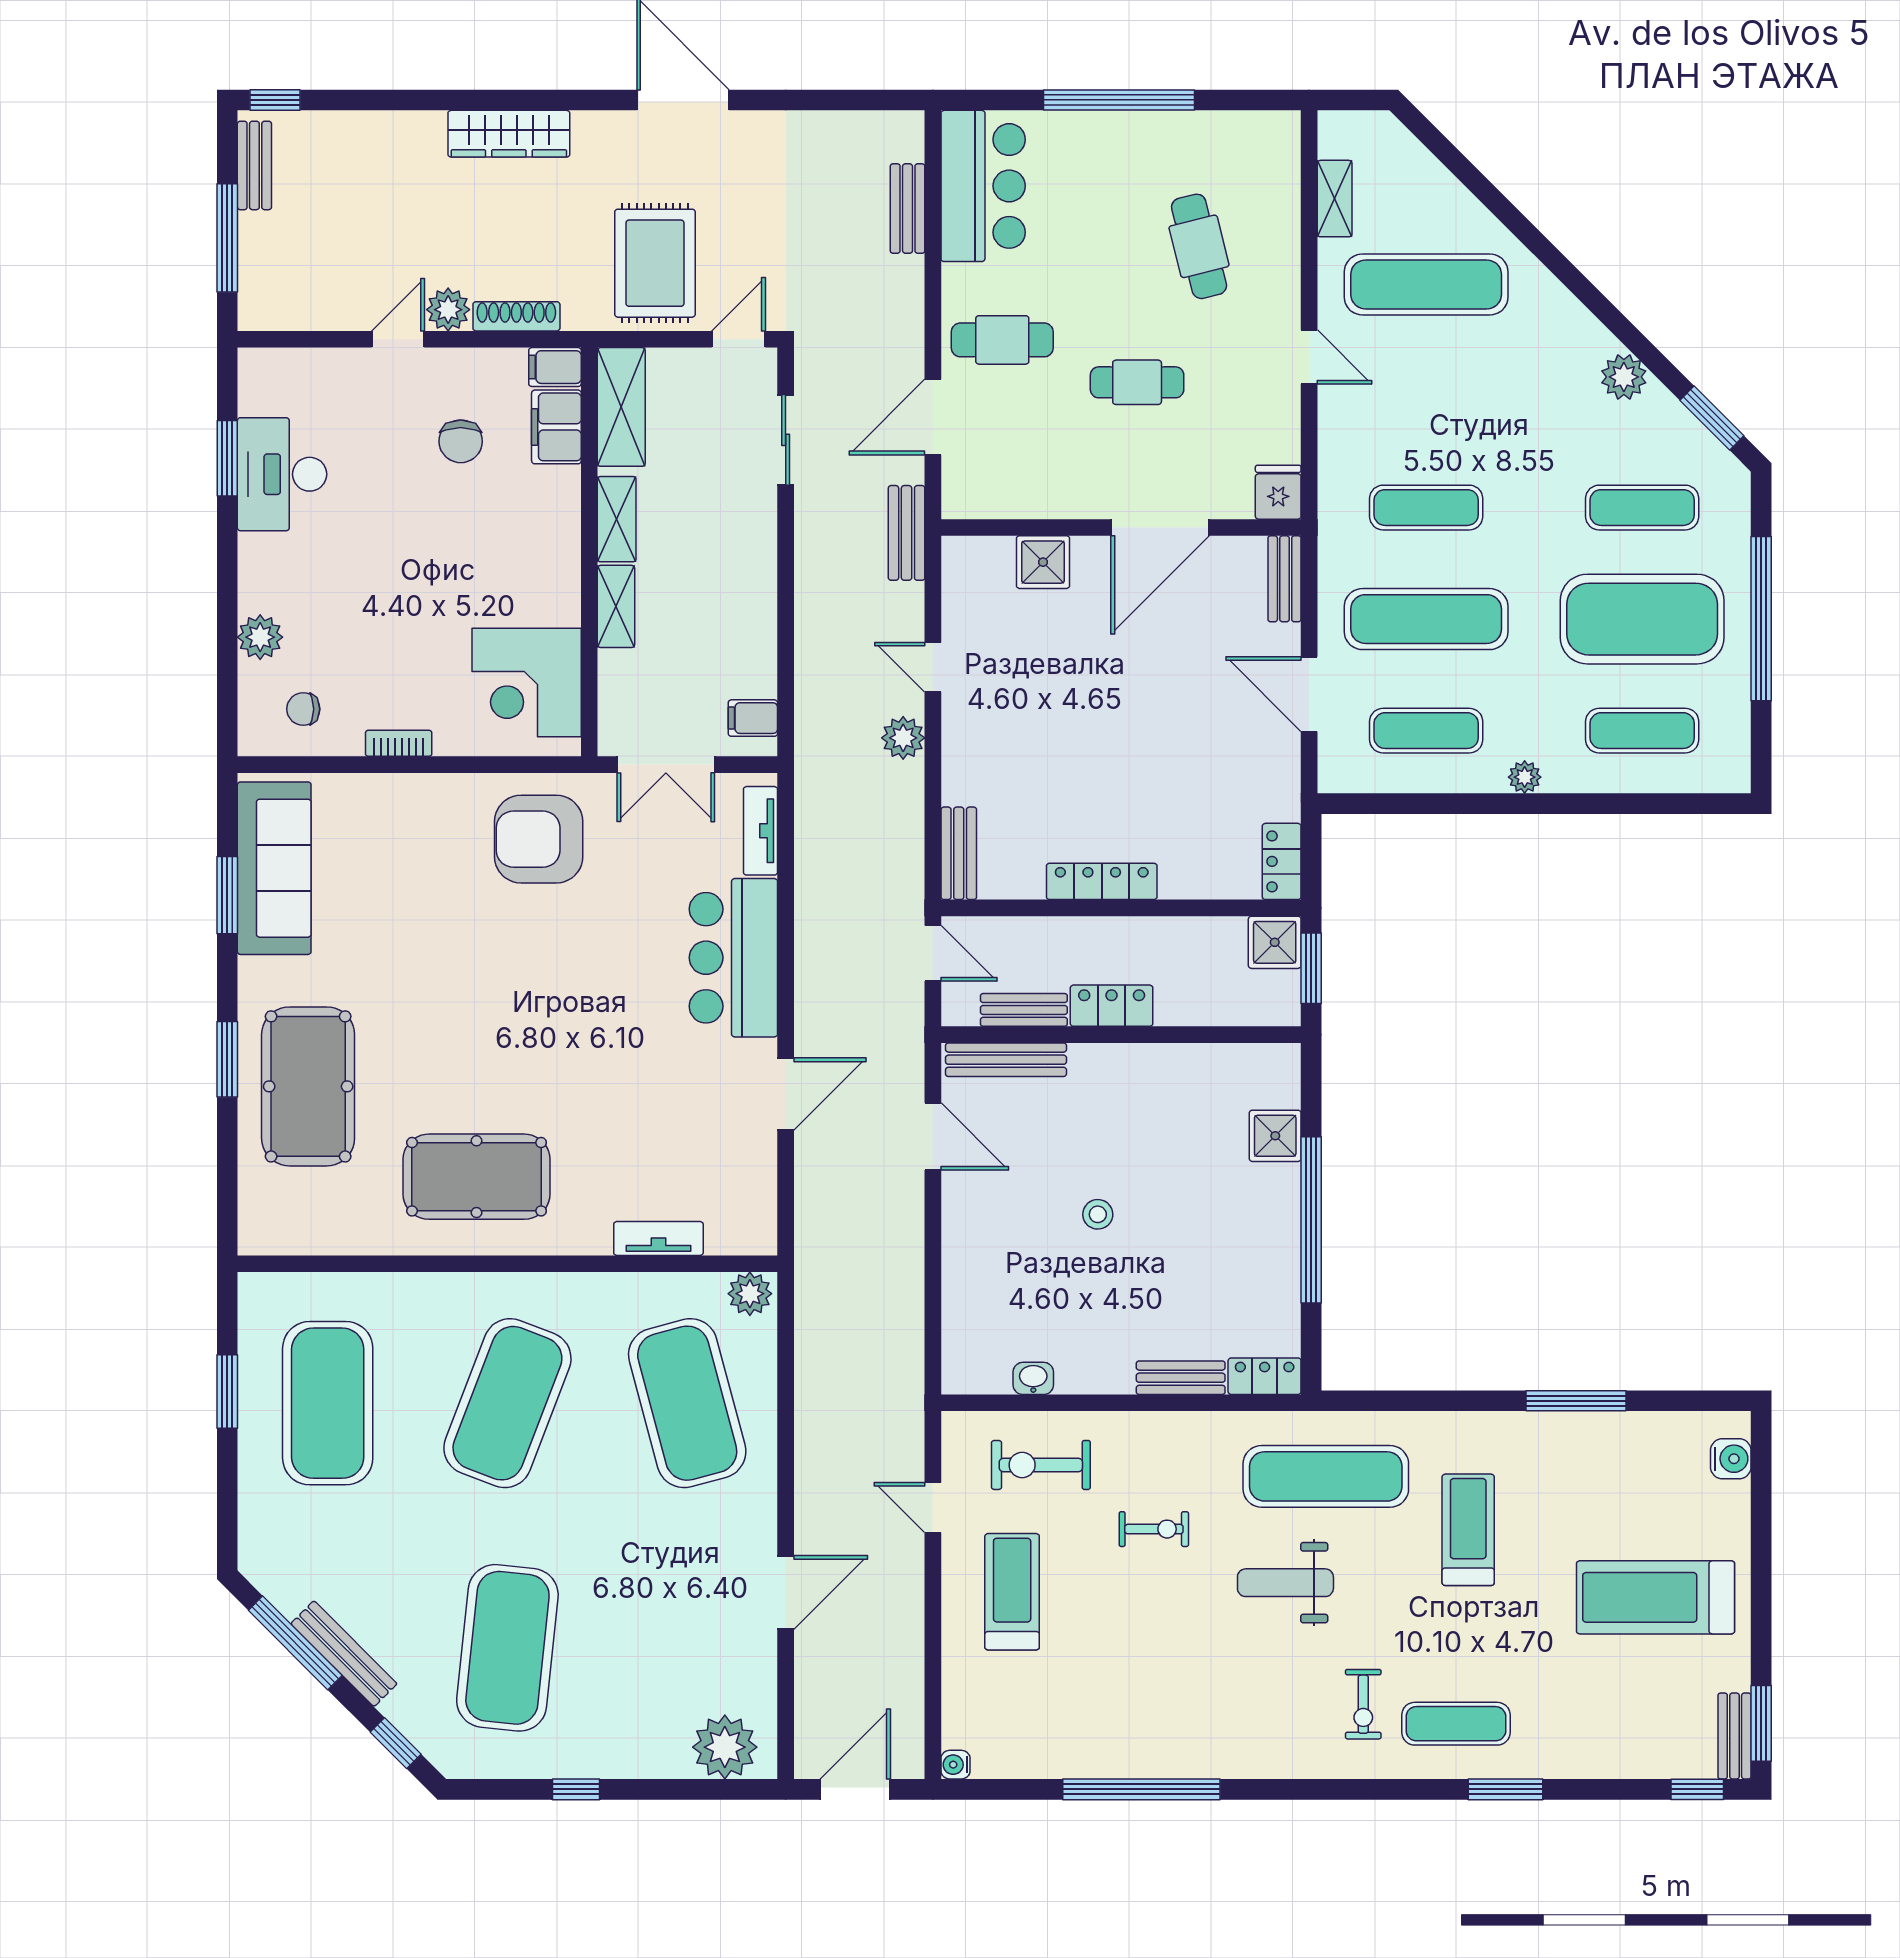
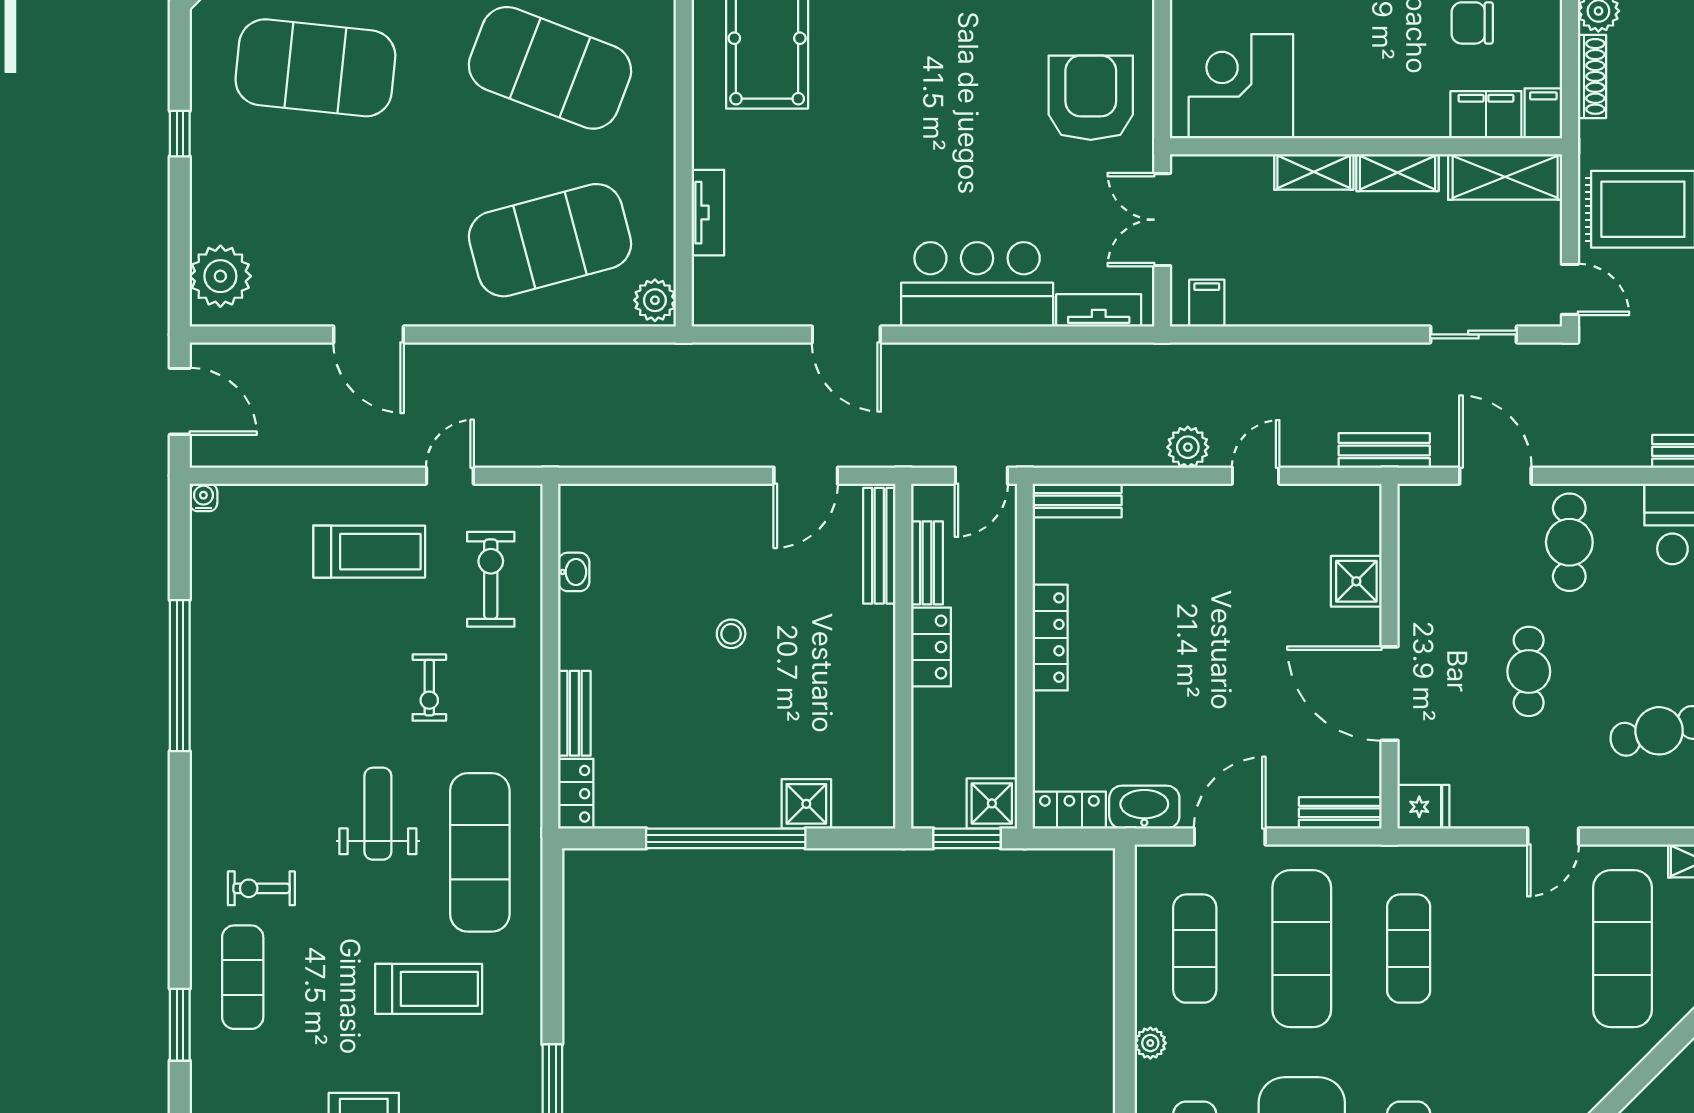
washbasin: (1279, 783) -> (1144, 807), added

